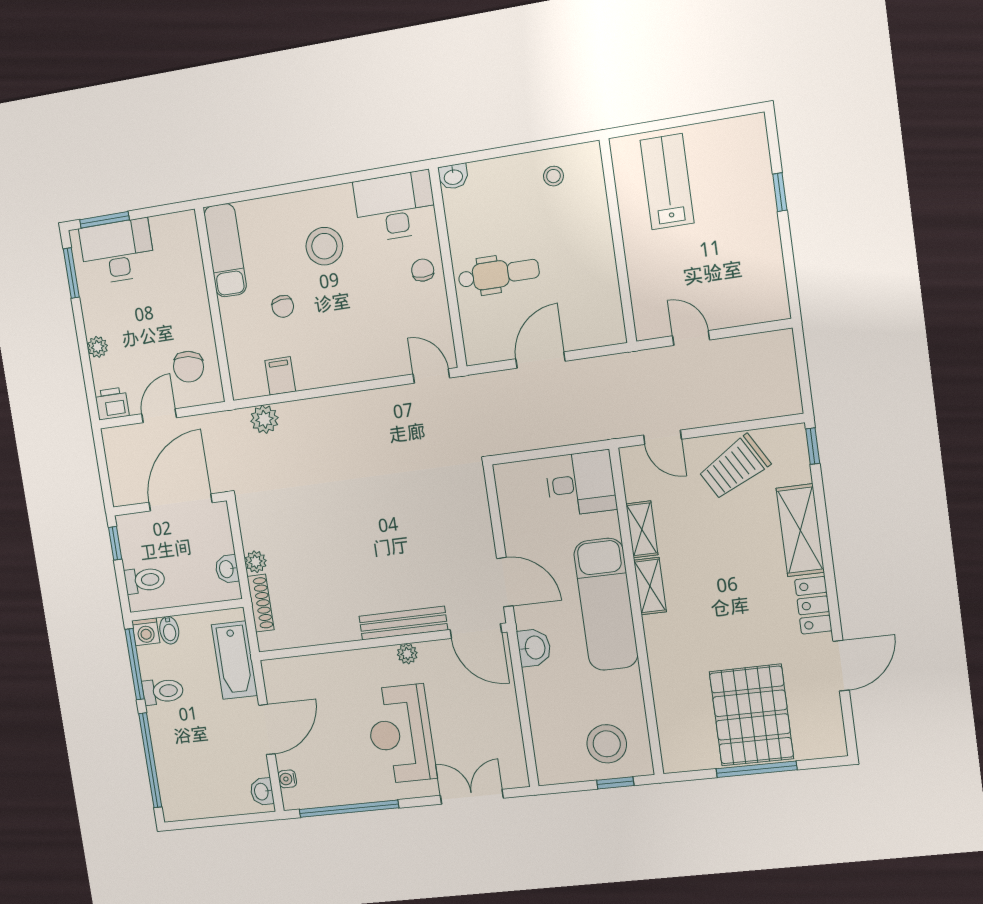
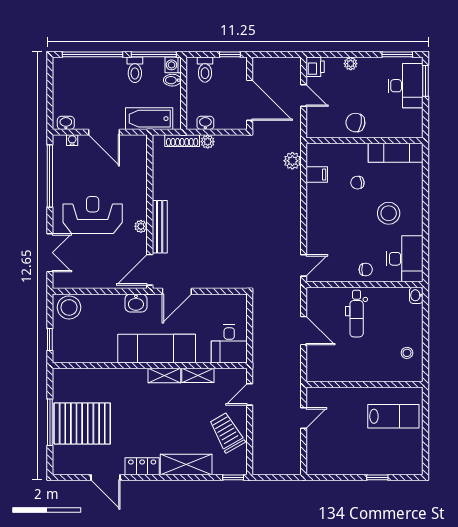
chair: (188, 367) -> (355, 123), moved
stool: (607, 744) -> (69, 307), moved

